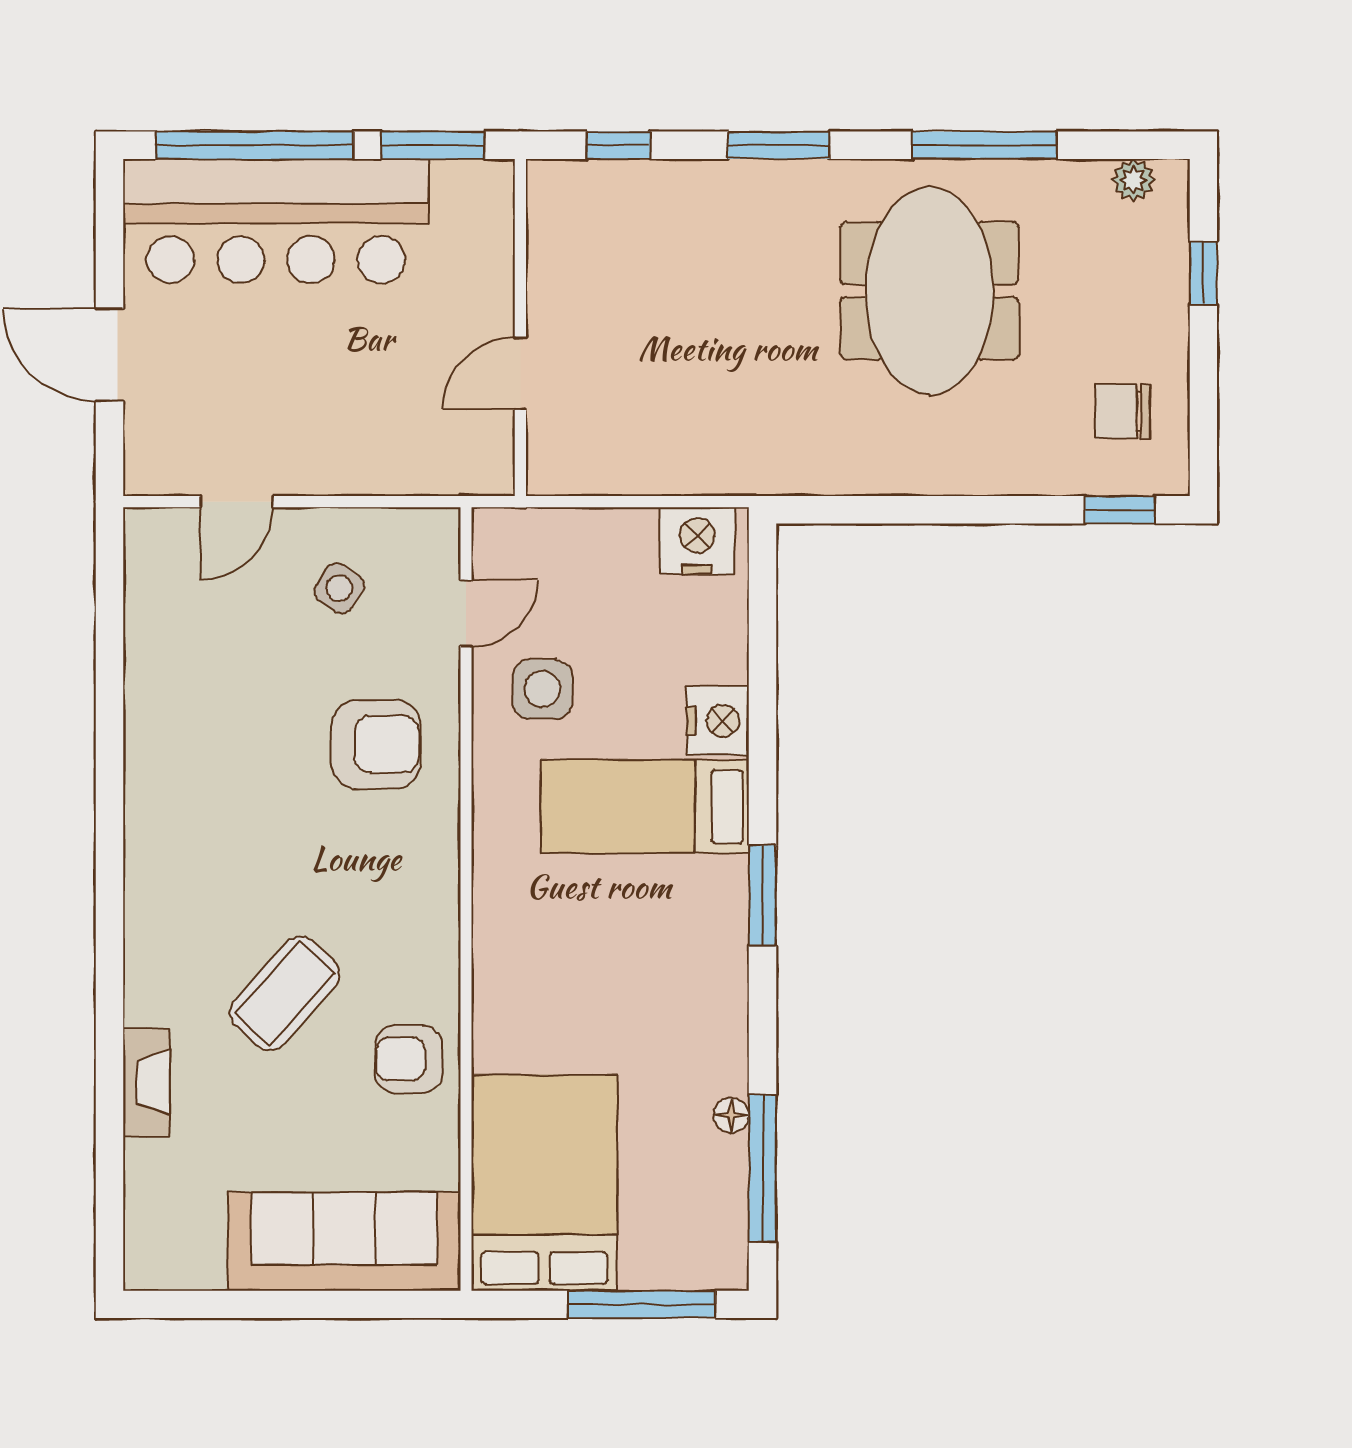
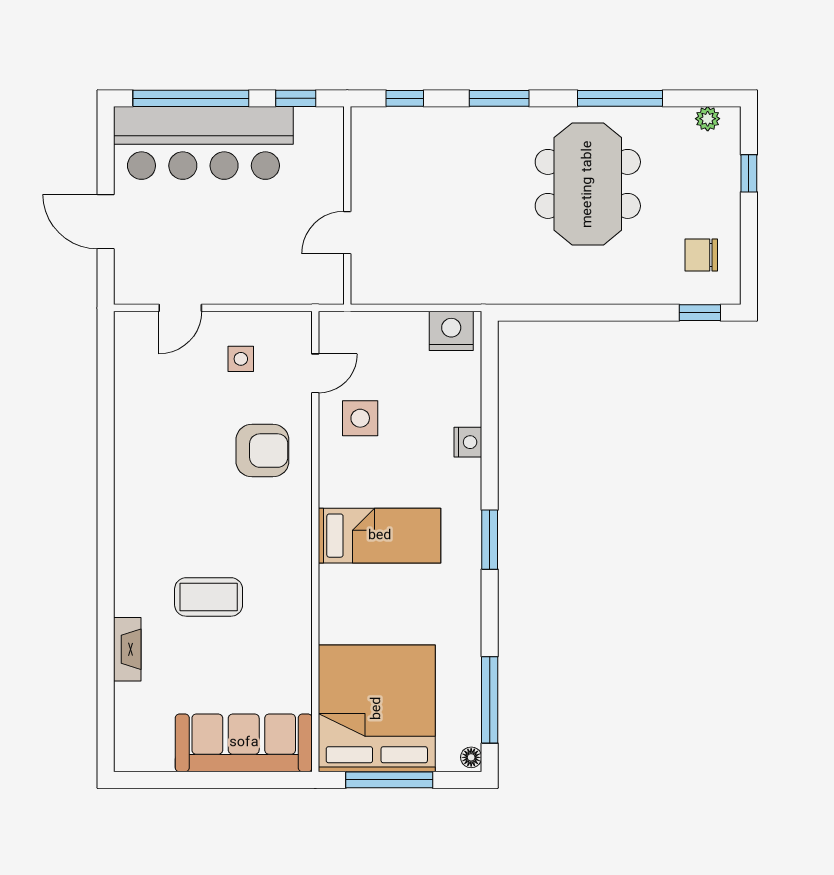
window: (433, 145) -> (296, 98), width x0.67
side table: (339, 588) -> (241, 359), turned -34
nightstand: (718, 721) -> (468, 442), width x0.74, depth x0.75
bed: (645, 806) -> (380, 536), moved, turned 180
coffee table: (285, 993) -> (209, 597), turned 48
armchair: (409, 1059) -> (282, 636), removed
floor lamp: (731, 1115) -> (471, 757), moved
bed: (544, 1183) -> (377, 708), width x1.36
window: (642, 1304) -> (389, 780), moved

